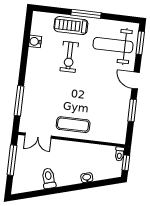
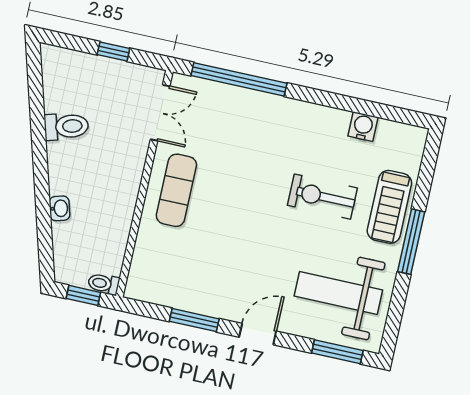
treadmill: (71, 26) -> (389, 207), turned 180
weight bench: (113, 45) -> (338, 293), turned -90
window: (19, 101) -> (239, 79), width x1.46
double door: (38, 136) -> (160, 113), swing flipped
window: (12, 160) -> (113, 52), width x0.46

